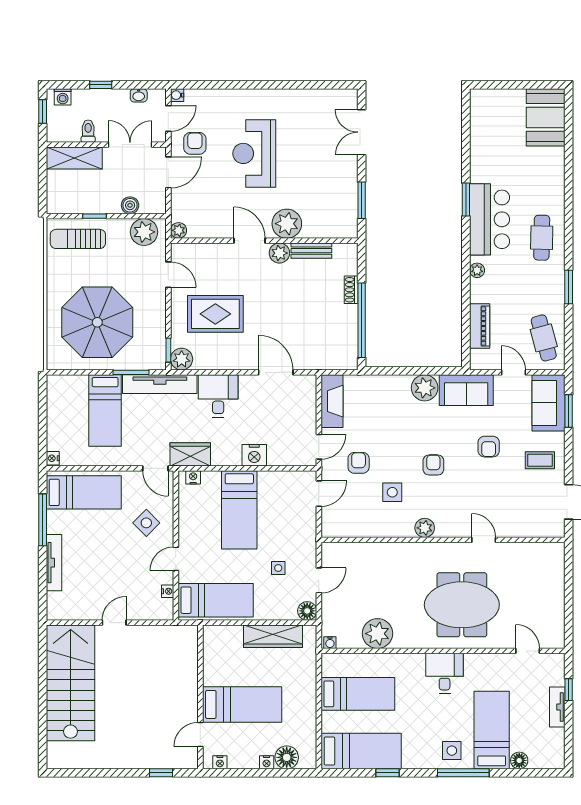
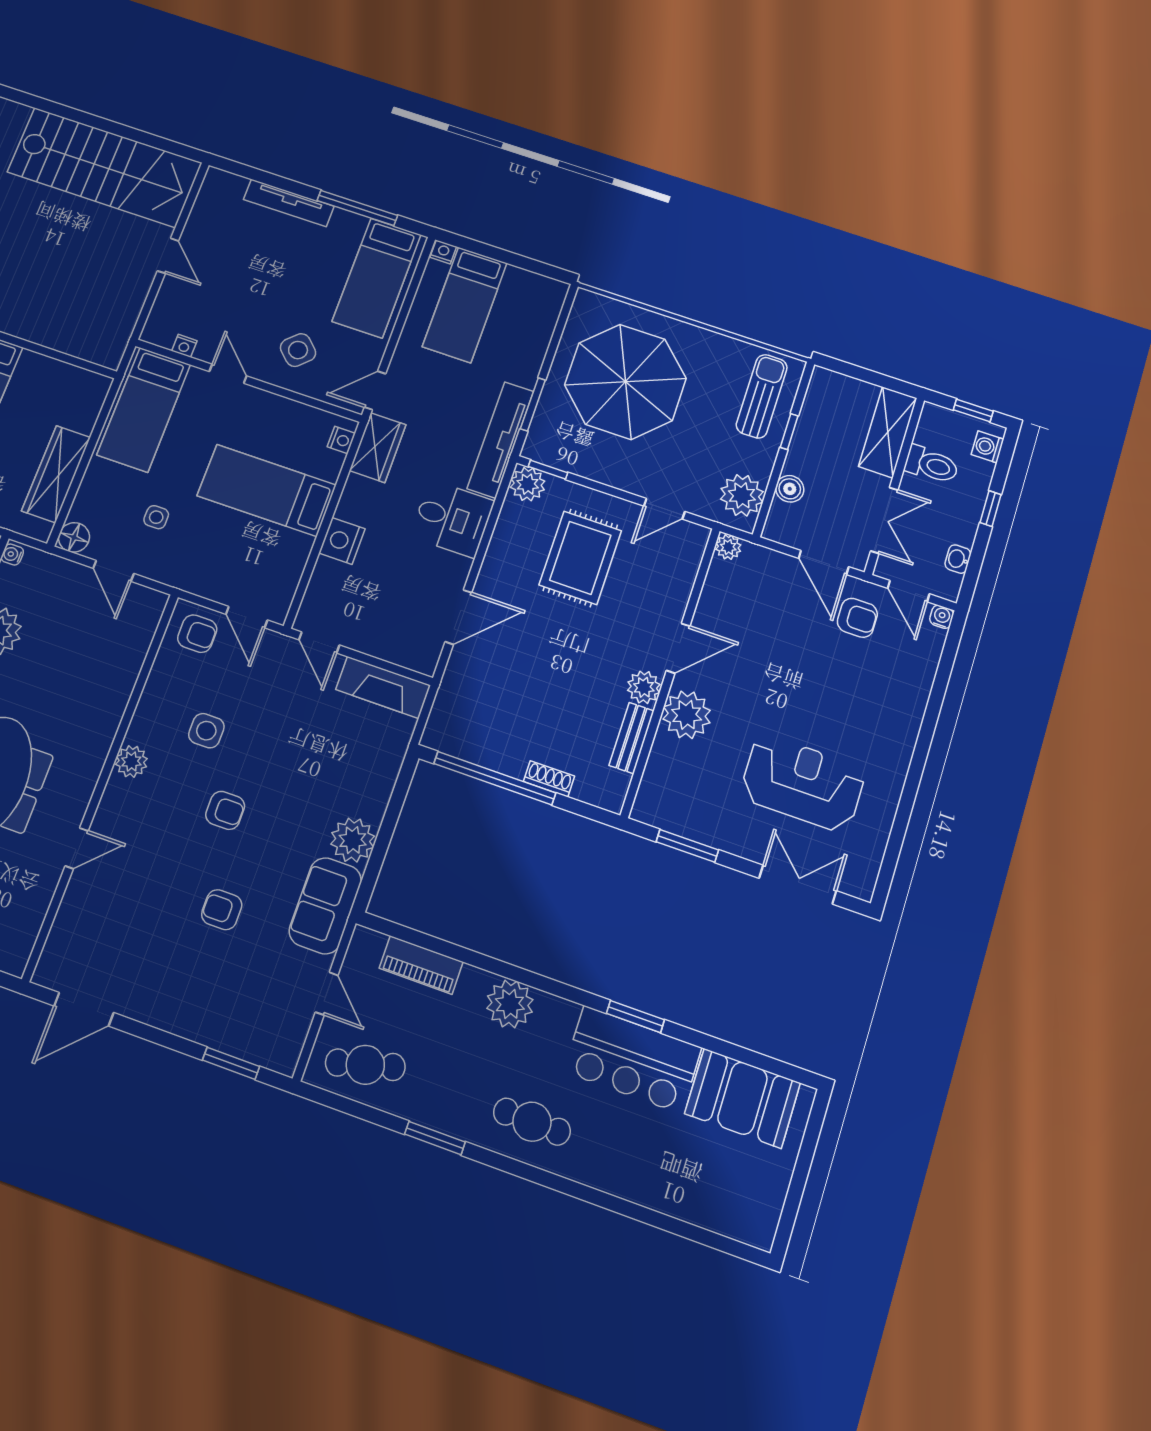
booth: (546, 117) -> (742, 1098), moved
toilet: (88, 131) -> (931, 465), width x1.37, depth x1.39
reception desk: (254, 153) -> (803, 783), moved
bar counter: (490, 219) -> (632, 1059), moved
plant: (477, 270) -> (510, 1004), width x1.87, depth x1.87
door: (513, 372) -> (327, 994), hinge flipped
sofa: (549, 403) -> (256, 1034), removed
bed: (105, 411) -> (465, 305), moved, turned -90
coffee table: (540, 460) -> (169, 986), removed
armchair: (359, 463) -> (197, 634), moved

